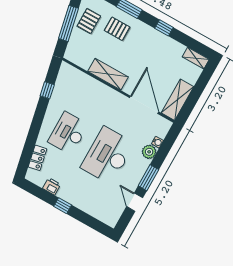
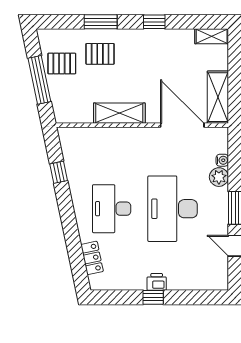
pallet: (89, 21) -> (62, 64), turned 90
printer: (52, 186) -> (157, 282), moved

